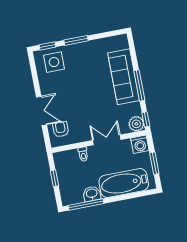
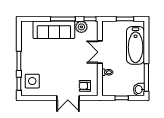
double door: (41, 111) -> (68, 98), swing flipped
plant: (136, 124) -> (81, 27), moved
washing machine: (140, 144) -> (108, 27), removed
washbasin: (92, 194) -> (139, 89), moved

